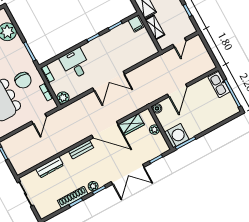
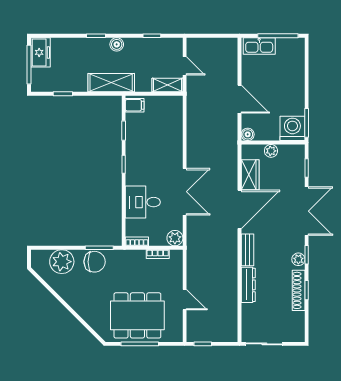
shelving: (155, 27) -> (167, 85), moved
chair: (23, 80) -> (95, 262), moved
double door: (109, 81) -> (185, 192), moved
door: (39, 119) -> (185, 300), moved
dresser: (50, 167) -> (248, 285), moved

